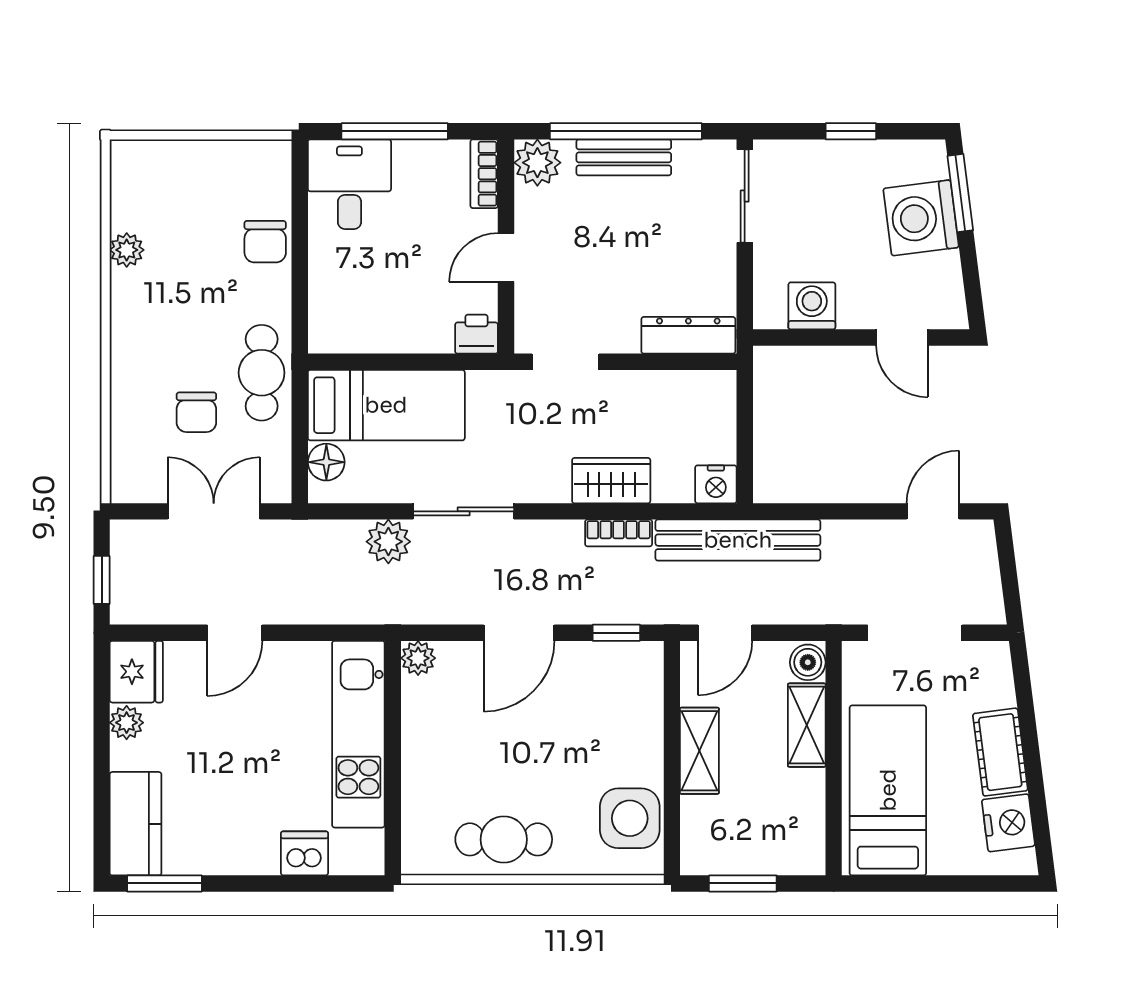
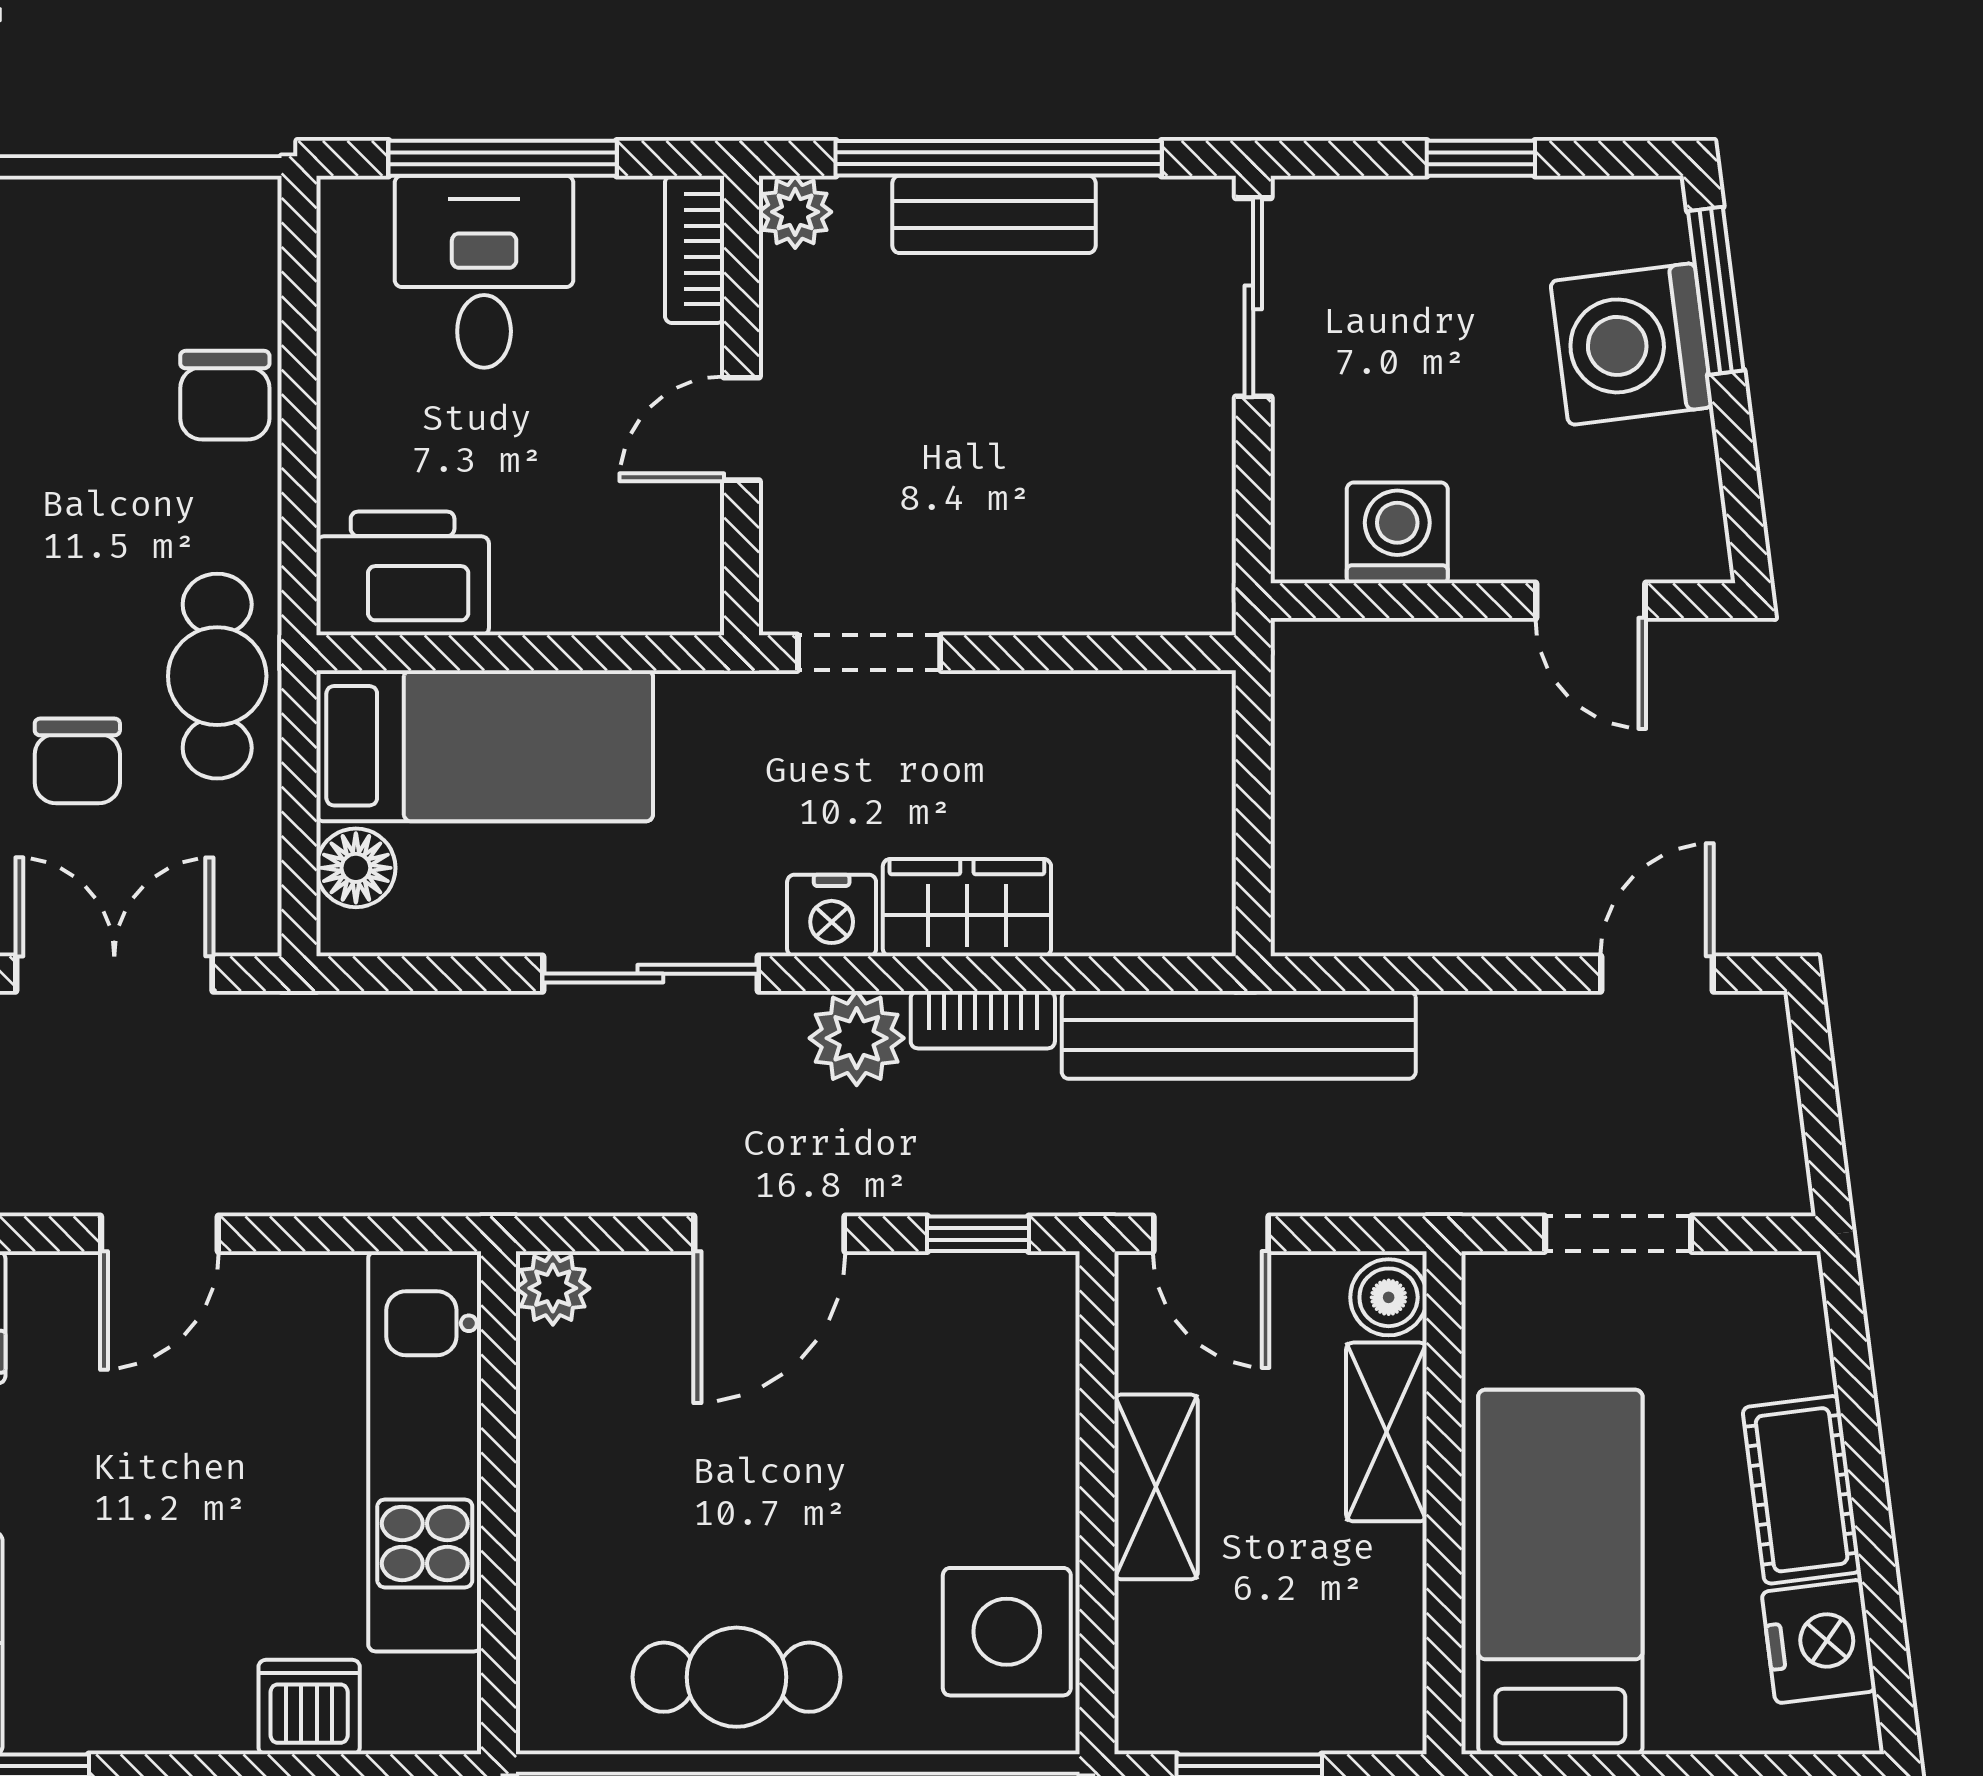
plant: (537, 163) -> (795, 212), width x0.73, depth x0.73
desk: (349, 184) -> (484, 272), moved
printer: (476, 334) -> (403, 573), moved, width x1.87, depth x1.48
dresser: (688, 335) -> (1132, 596), removed
nightstand: (716, 484) -> (832, 915), moved
plant: (388, 542) -> (857, 1038), moved
door: (725, 633) -> (1211, 1234), hinge flipped
doorway: (915, 633) -> (1618, 1234), width x0.73

